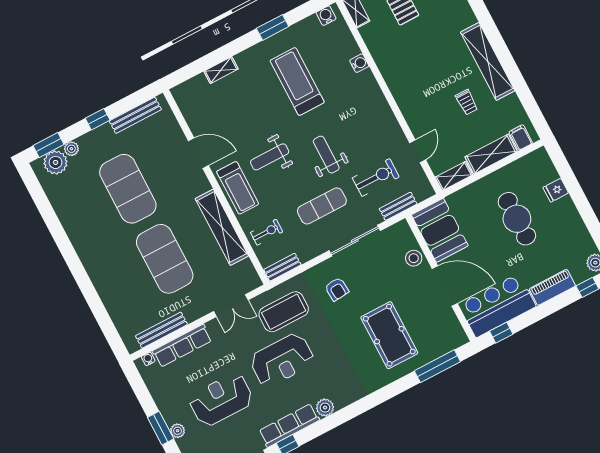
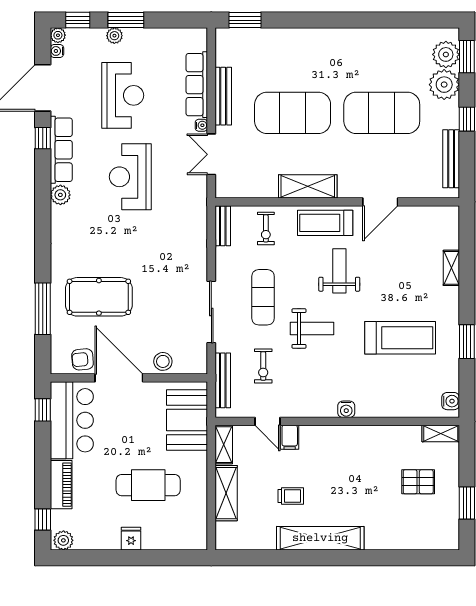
water cooler: (359, 63) -> (346, 409), moved
trolley: (467, 102) -> (291, 496), turned 180
filing cabinet: (521, 137) -> (290, 437), moved, turned 90
plant: (71, 149) -> (444, 85), width x1.87, depth x1.87
exercise bike: (376, 177) -> (263, 366), width x0.73, depth x0.72
fridge: (556, 190) -> (131, 539), moved
bench: (398, 206) -> (223, 380), width x1.36
shelving: (222, 227) -> (308, 186), width x0.68
booth: (440, 230) -> (187, 420), moved, turned 90
door: (445, 286) -> (119, 378), swing flipped
armchair: (337, 289) -> (83, 359), moved
coffee table: (284, 312) -> (178, 204), removed
bench: (161, 330) -> (223, 96), moved
window: (111, 335) -> (245, 20), added
water cooler: (148, 359) -> (201, 125), moved
window: (437, 366) -> (43, 309), moved

